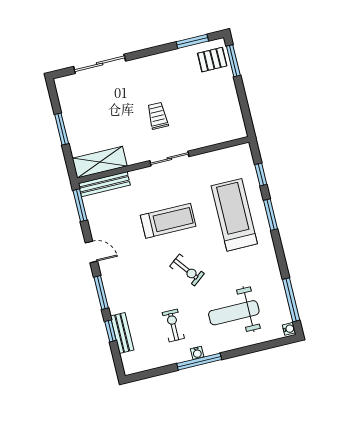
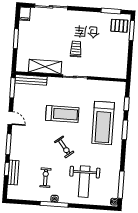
filing cabinet: (63, 87) -> (25, 14), added
shelving: (100, 162) -> (45, 67), moved
treadmill: (234, 215) -> (103, 123), turned 180
weight bench: (234, 313) -> (84, 182), turned -90

